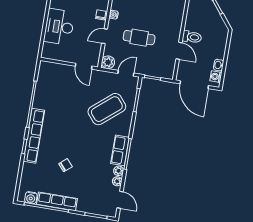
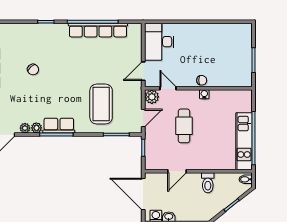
desk: (59, 27) -> (159, 42), moved, turned -90
door: (105, 36) -> (168, 88), moved
toilet: (192, 37) -> (208, 183), moved
door: (126, 73) -> (143, 118), hinge flipped
door: (194, 85) -> (143, 194), hinge flipped
coffee table: (107, 109) -> (101, 104), turned 40
row of seats: (34, 136) -> (98, 30), moved

